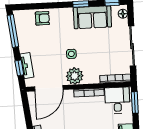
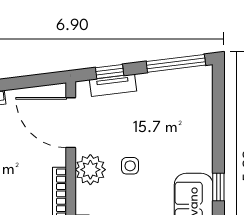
armchair: (42, 18) -> (196, 117), removed

